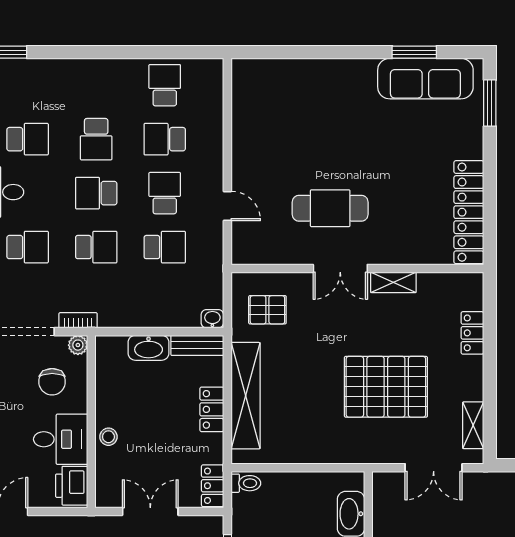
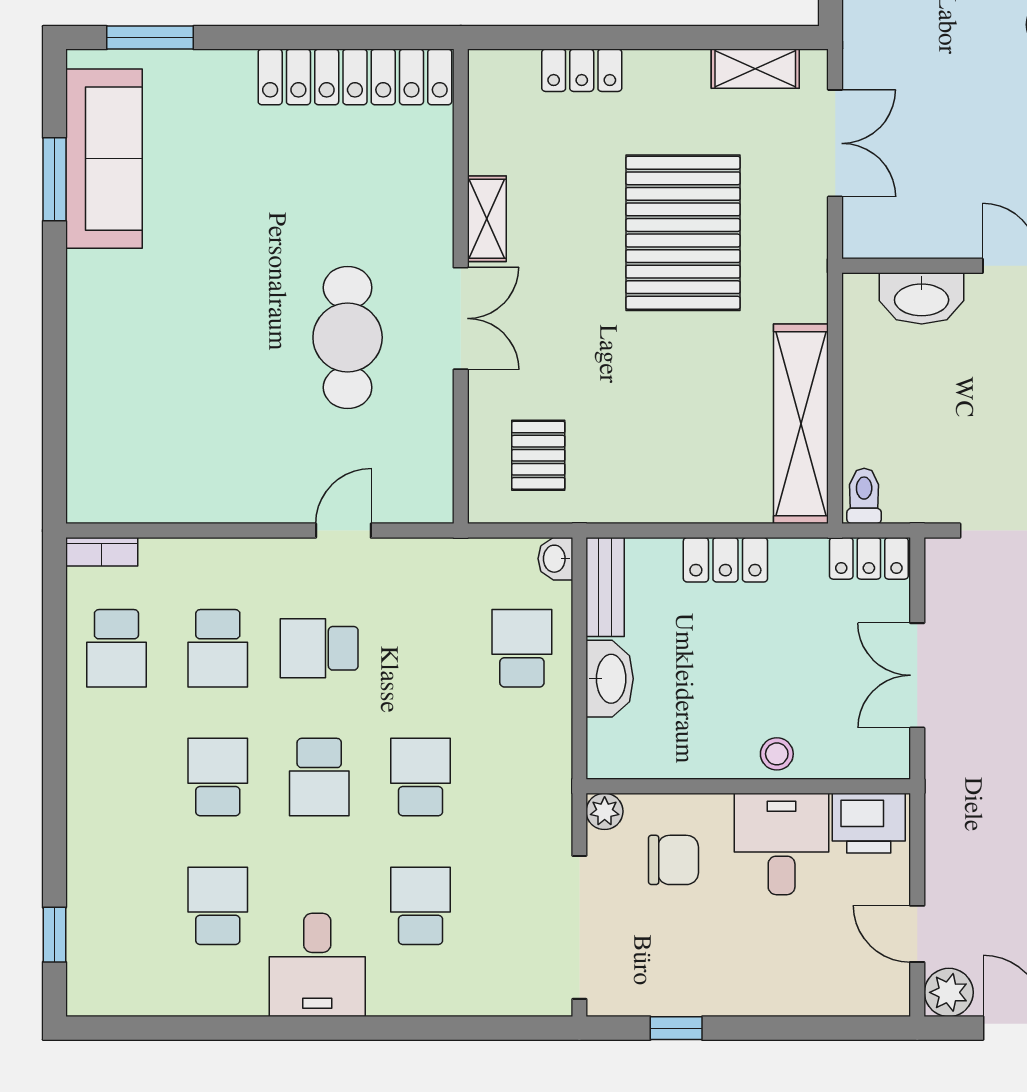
school desk: (165, 85) -> (116, 648), turned -90
school desk: (96, 139) -> (218, 777), turned -90
school desk: (165, 247) -> (522, 648), moved
bookcase: (78, 320) -> (102, 552), moved, turned -90
shelving: (246, 396) -> (801, 424), moved, turned 90

